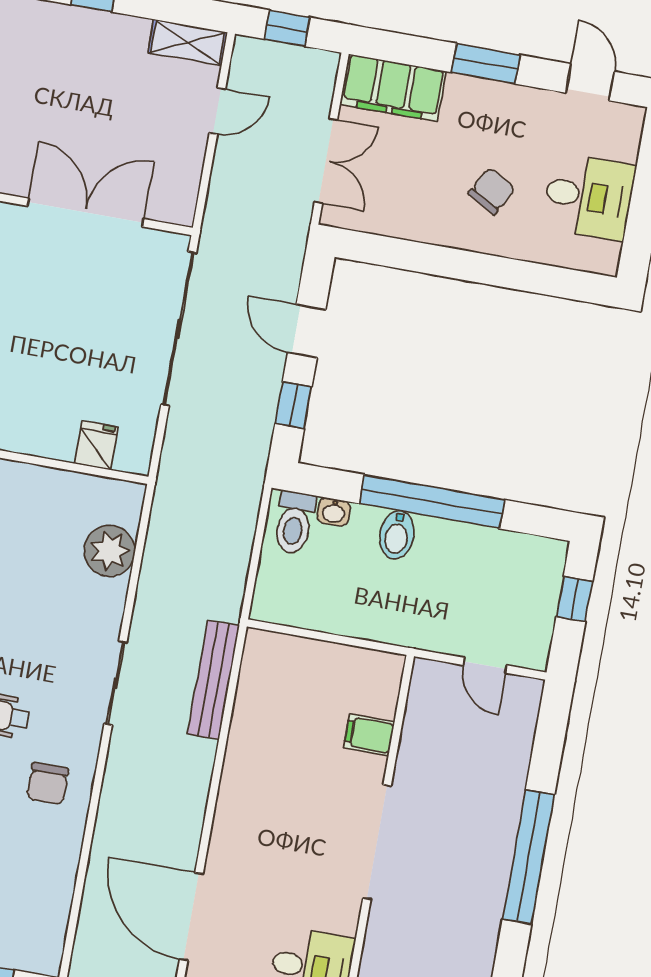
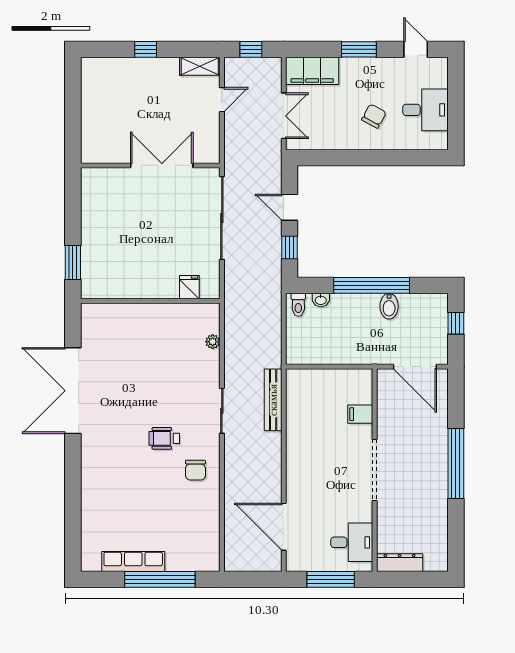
toilet: (294, 522) -> (298, 305), width x0.73, depth x0.72
bidet: (397, 535) -> (389, 306), moved
plant: (110, 551) -> (213, 342), width x0.53, depth x0.53
door: (485, 665) -> (415, 367), width x1.88

